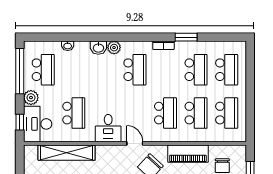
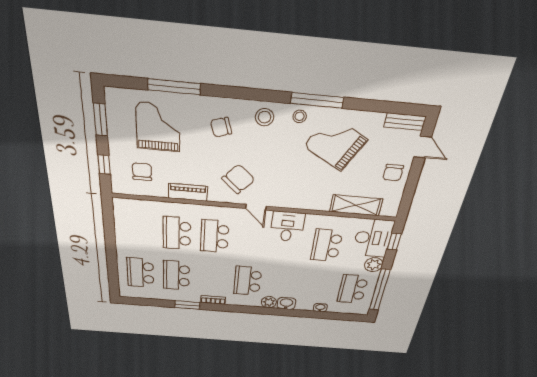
school desk: (227, 113) -> (139, 230), removed
shelving: (67, 153) -> (356, 205), width x0.68
piano: (188, 154) -> (188, 192), width x0.73, depth x0.75

